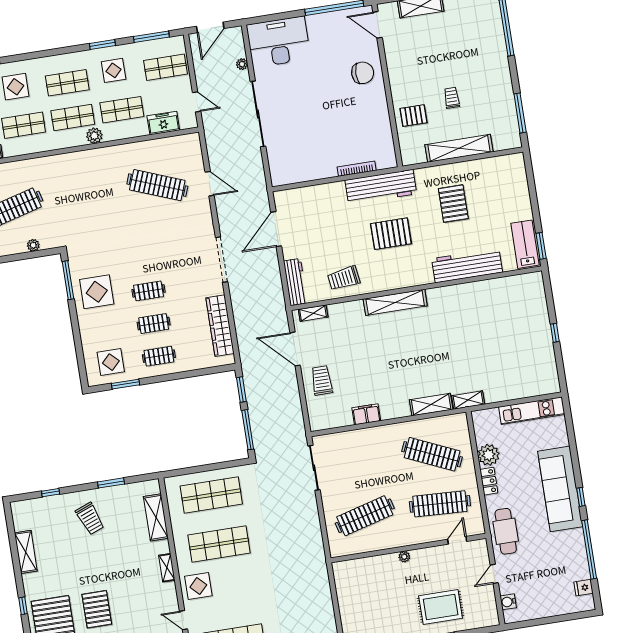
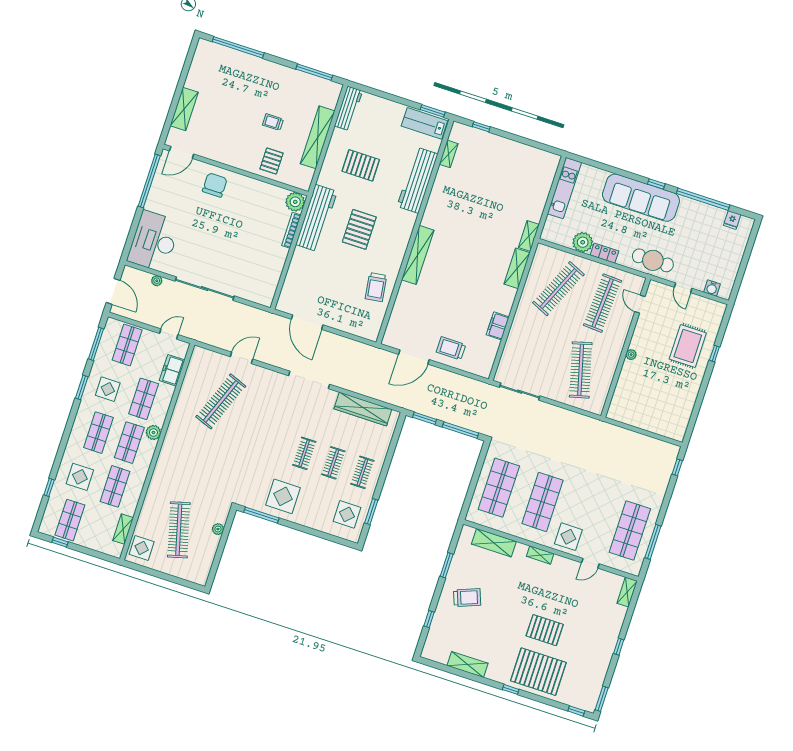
plant: (386, 158) -> (295, 202), added
workbench: (295, 282) -> (348, 108), moved, turned 90
shelving: (313, 313) -> (449, 154), moved
window: (555, 333) -> (481, 127), moved

